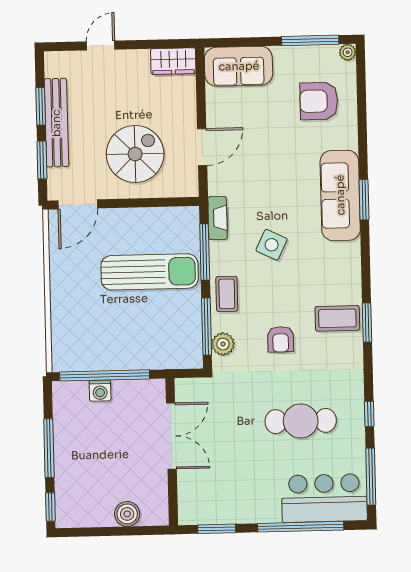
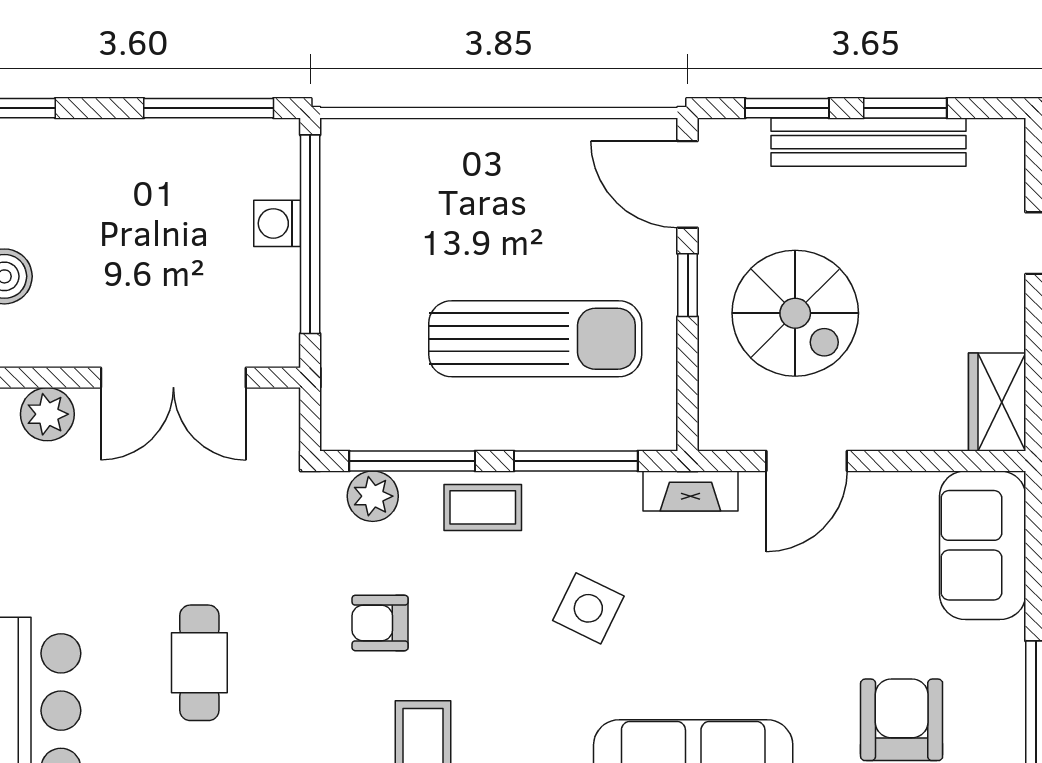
door: (202, 147) -> (807, 461), hinge flipped
window: (124, 203) -> (688, 285), added
fireplace: (218, 218) -> (690, 491), moved
sun lounger: (150, 272) -> (535, 339), turned -90
cafe table: (301, 421) -> (199, 663), width x0.73, depth x0.74
window: (49, 448) -> (209, 108), moved
plant: (189, 493) -> (47, 414), added

